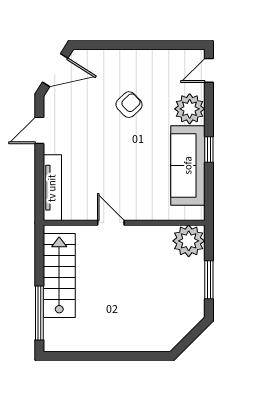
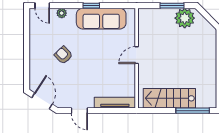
plant: (190, 109) -> (62, 13), width x0.53, depth x0.53
door: (111, 223) -> (137, 55), moved
plant: (189, 241) -> (185, 18), moved

